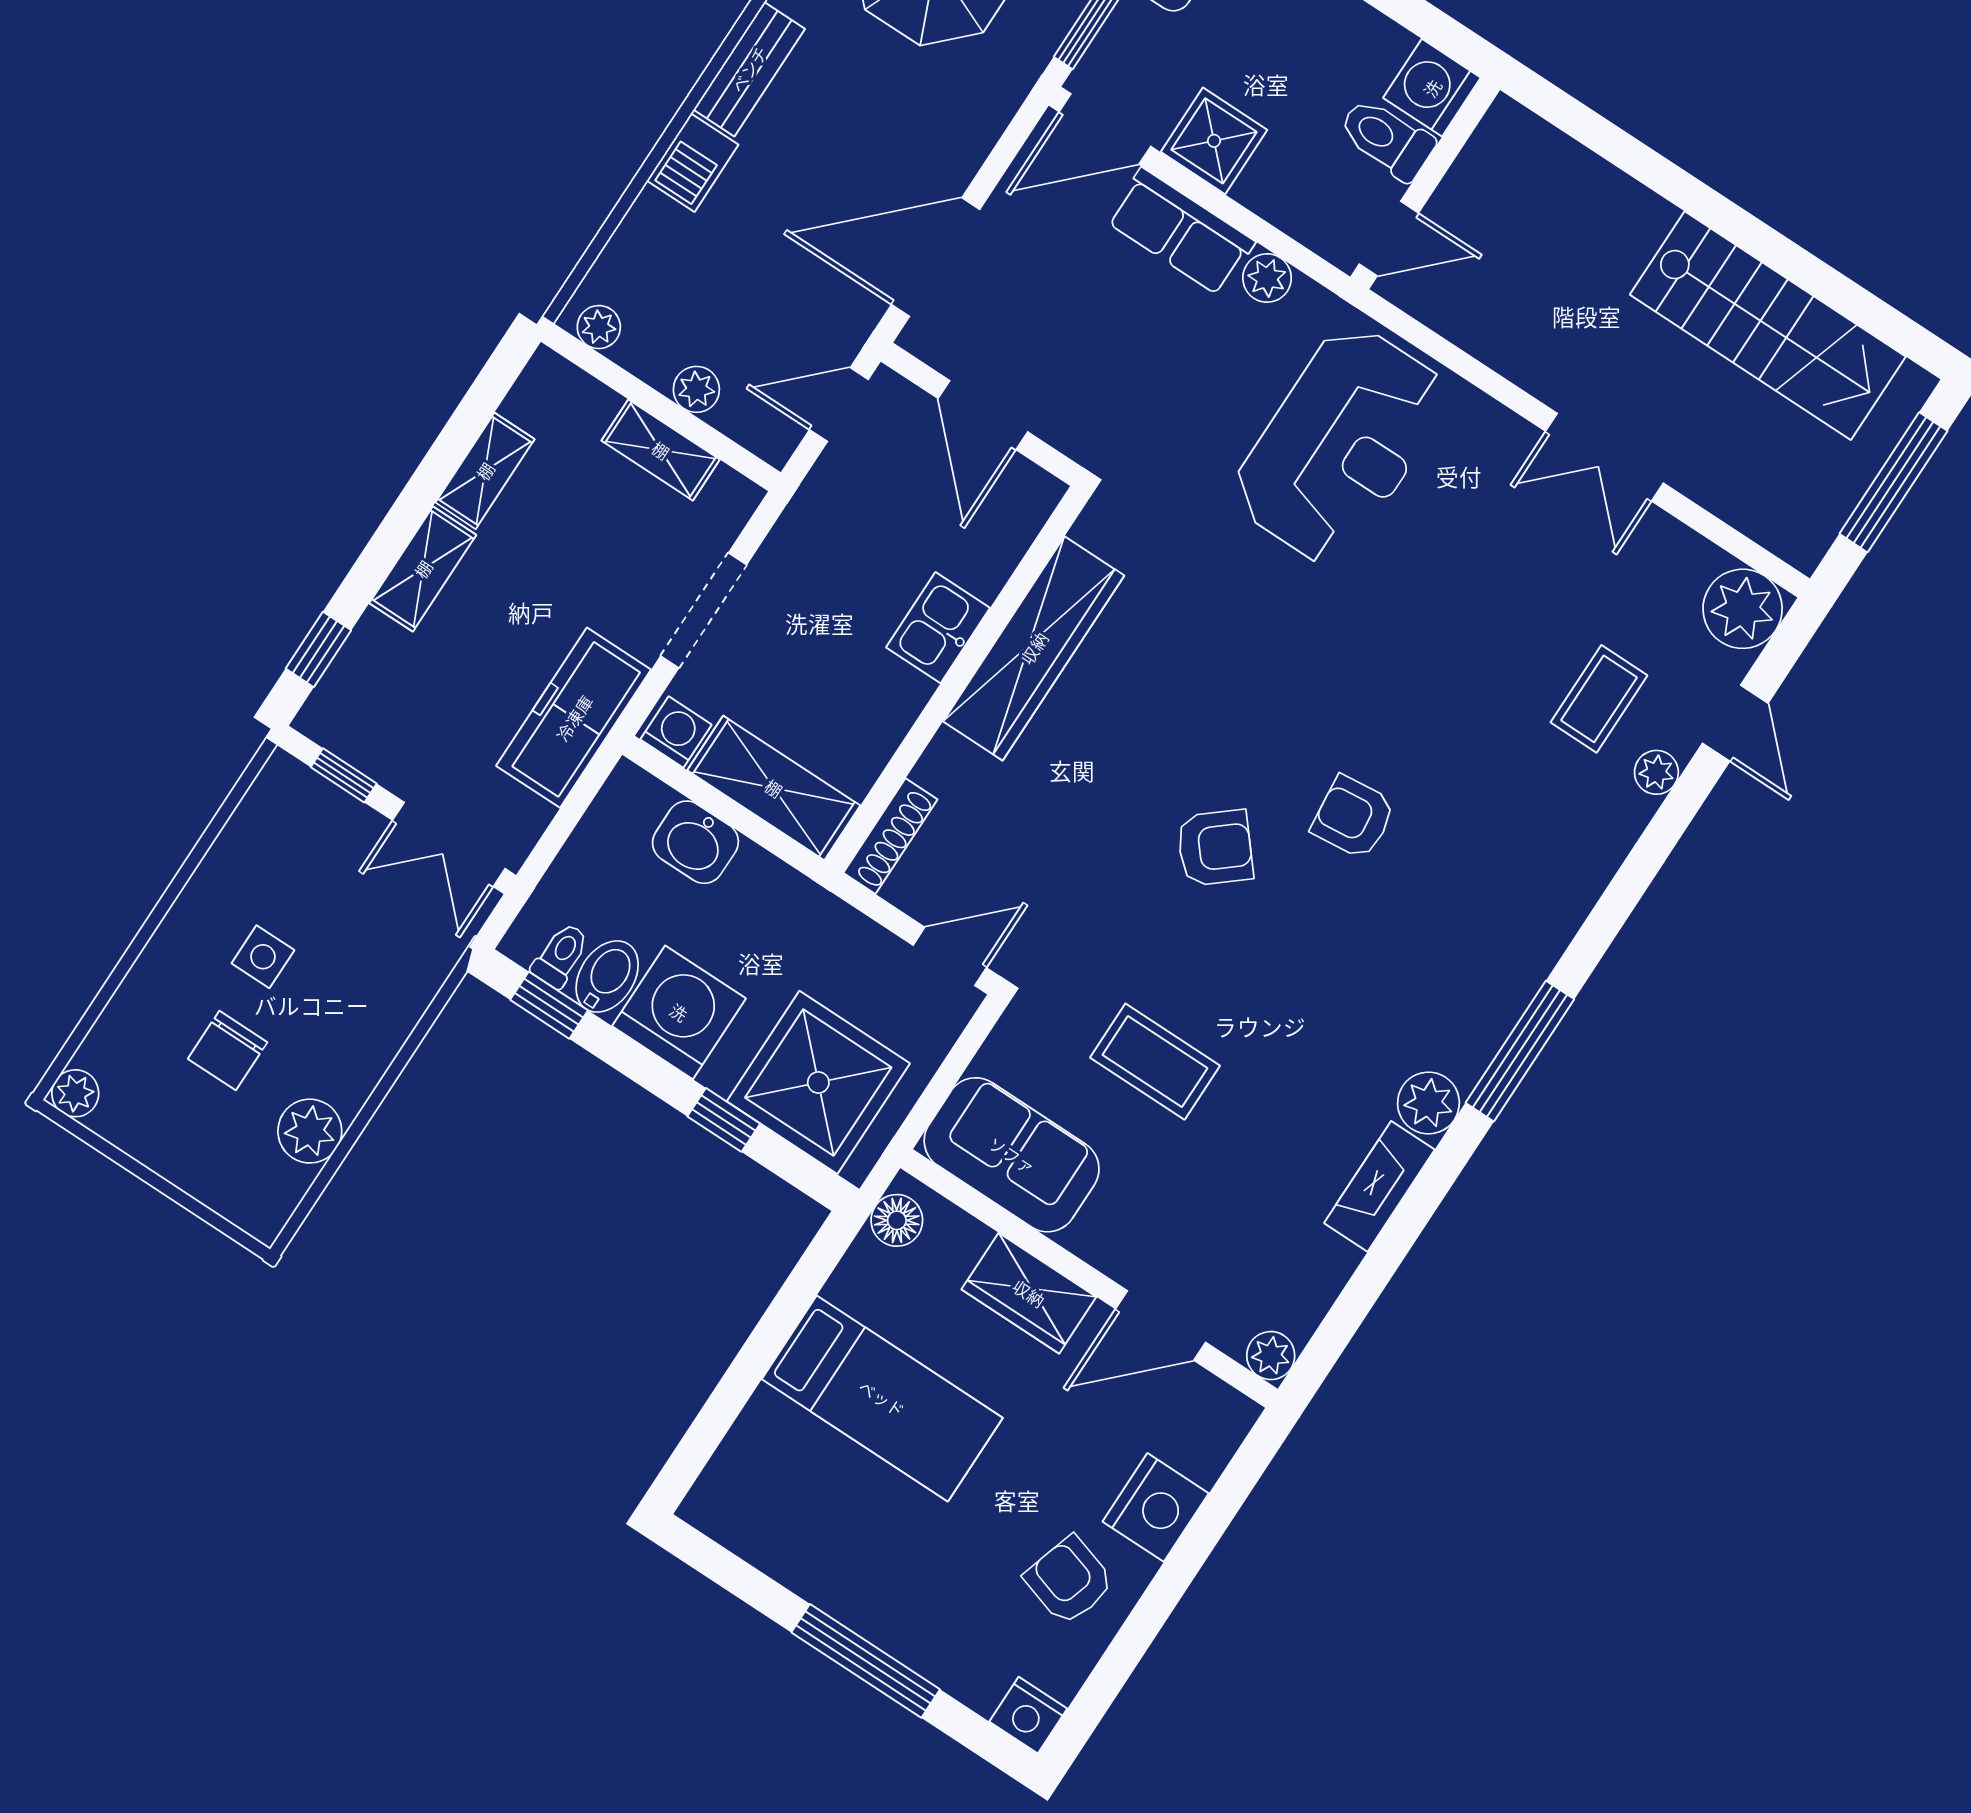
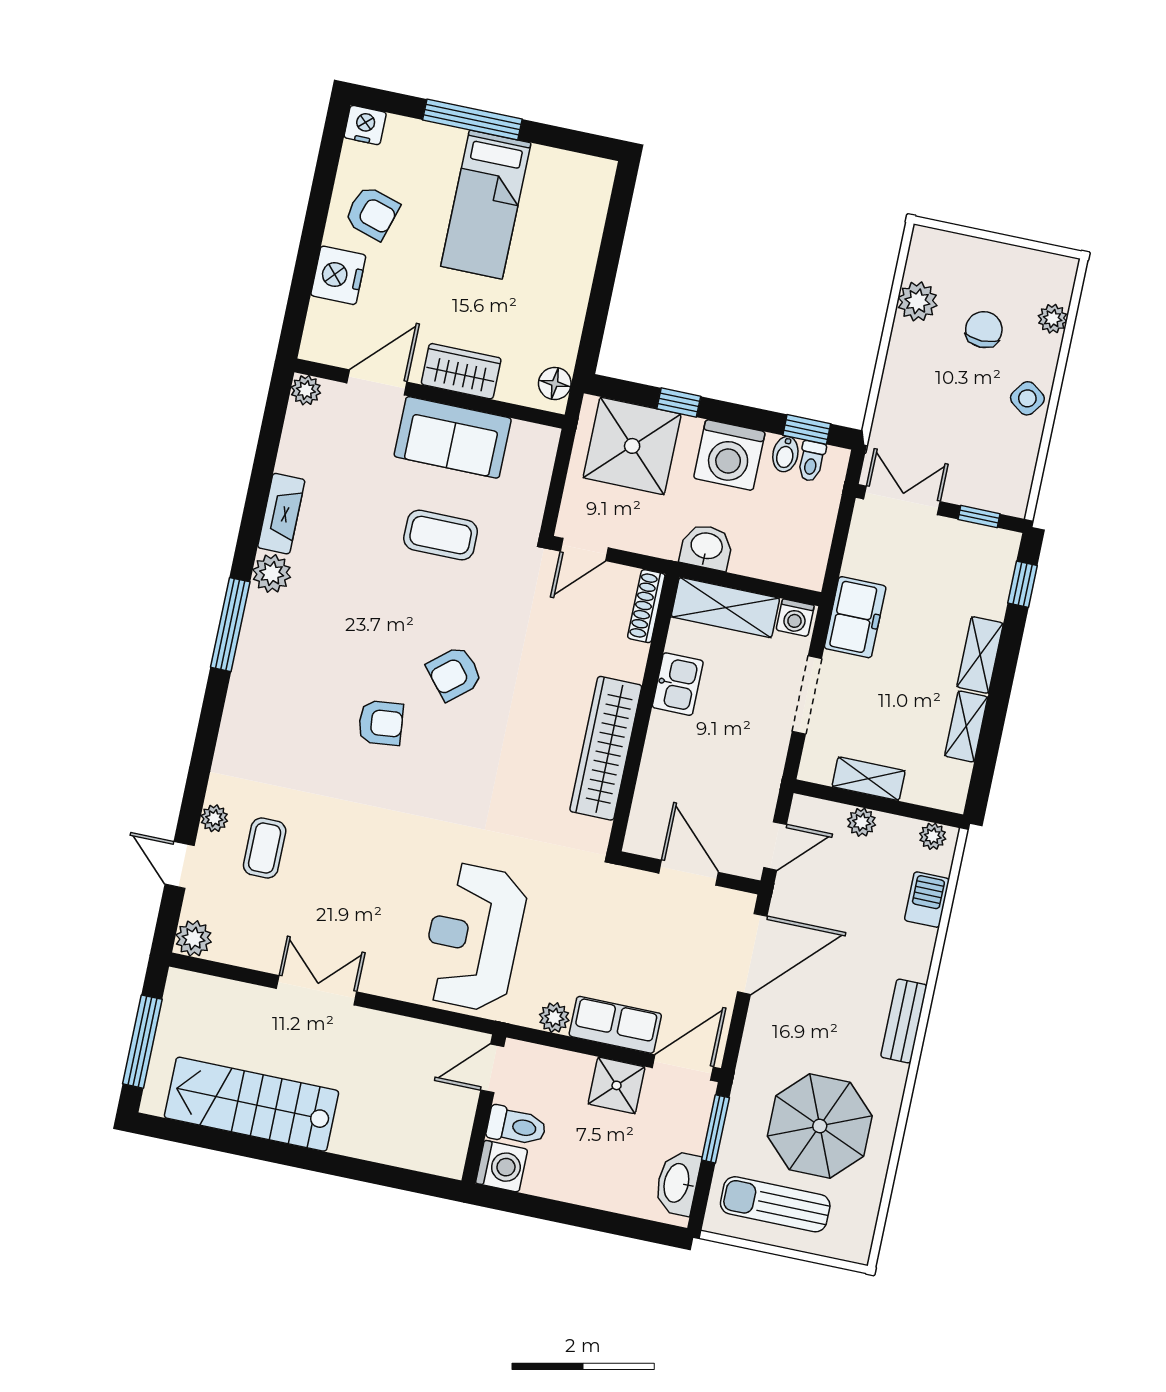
barbecue: (693, 163) -> (927, 900), moved
plant: (1743, 609) -> (194, 938), width x0.73, depth x0.73
kitchen sink: (938, 628) -> (678, 684), moved
freezer: (574, 718) -> (855, 617), width x0.71
washbasin: (695, 842) -> (706, 547), moved
side table: (263, 957) -> (1027, 398), moved, turned 36
bidet: (607, 976) -> (785, 454), width x0.72, depth x0.74
plant: (75, 1093) -> (1053, 319), moved
sofa: (1012, 1155) -> (453, 437), moved
bed: (882, 1398) -> (486, 205), moved, turned -90

